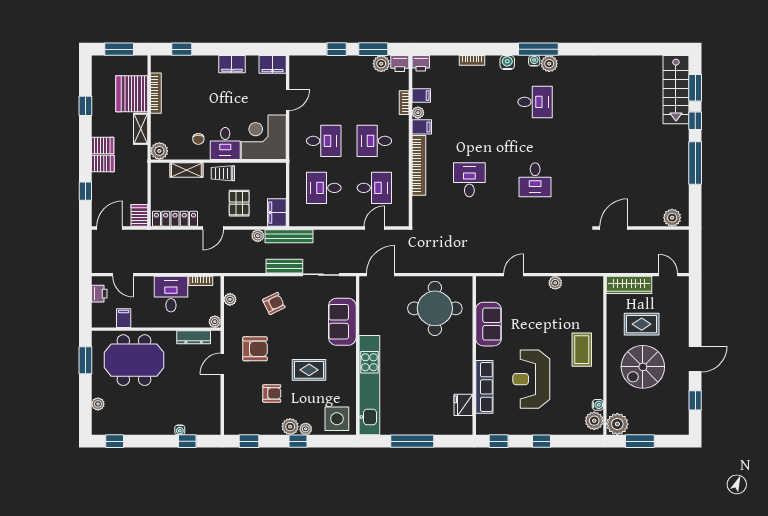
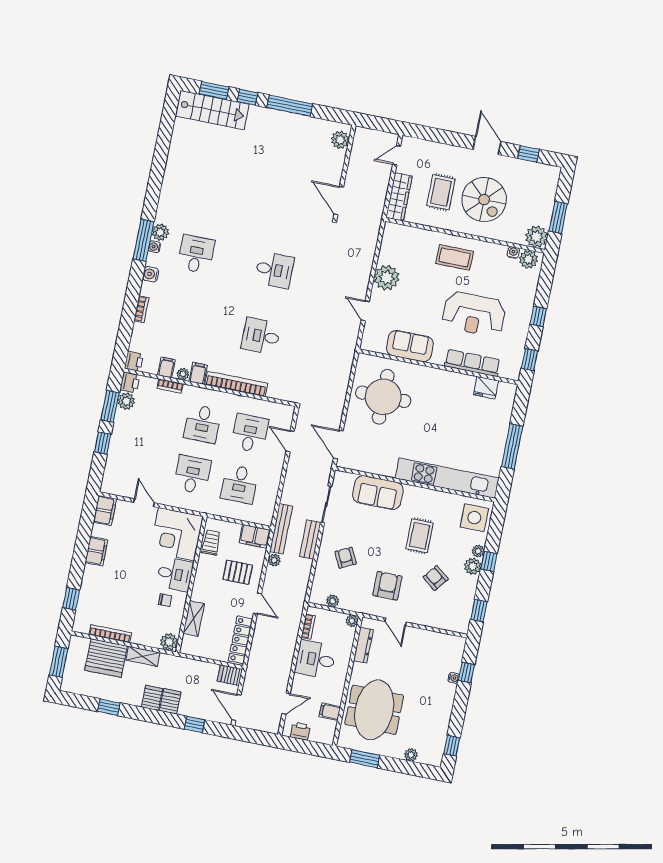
trolley: (223, 173) -> (211, 542), moved, turned 180
plant: (555, 283) -> (387, 278), width x1.87, depth x1.87
armchair: (272, 393) -> (436, 578), turned -52

